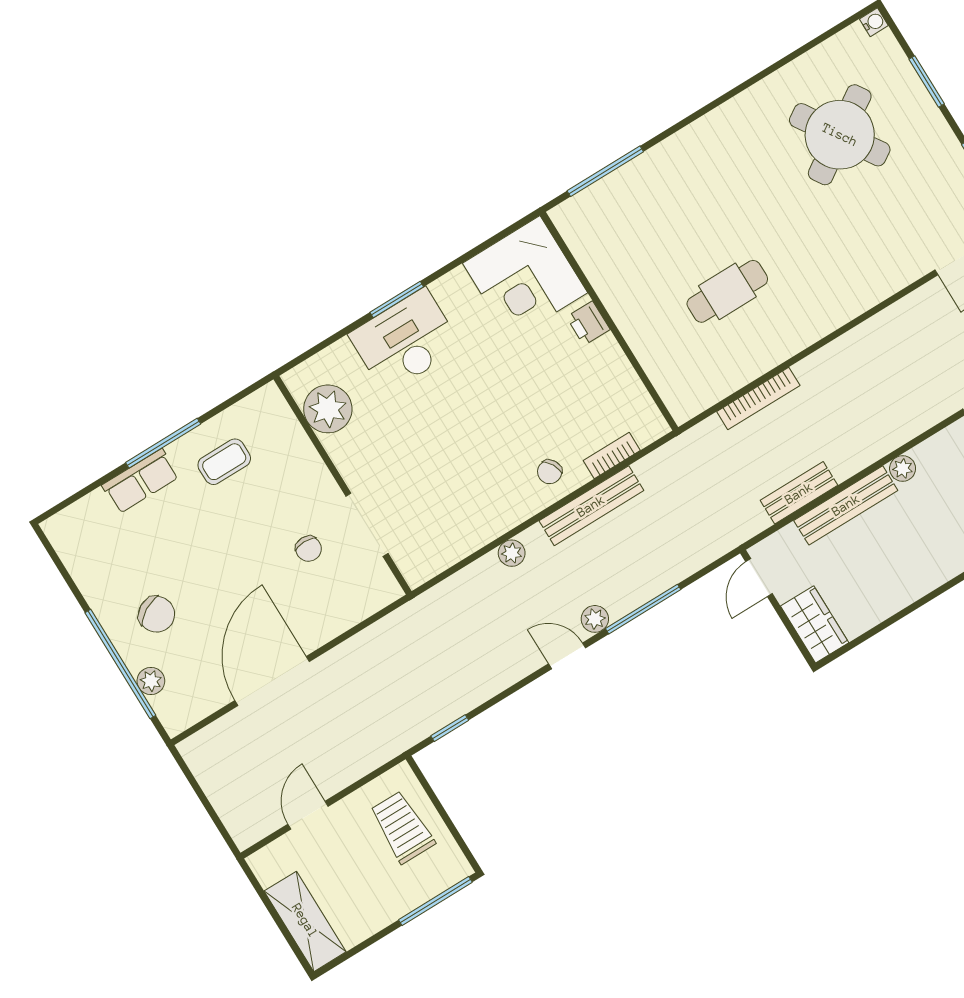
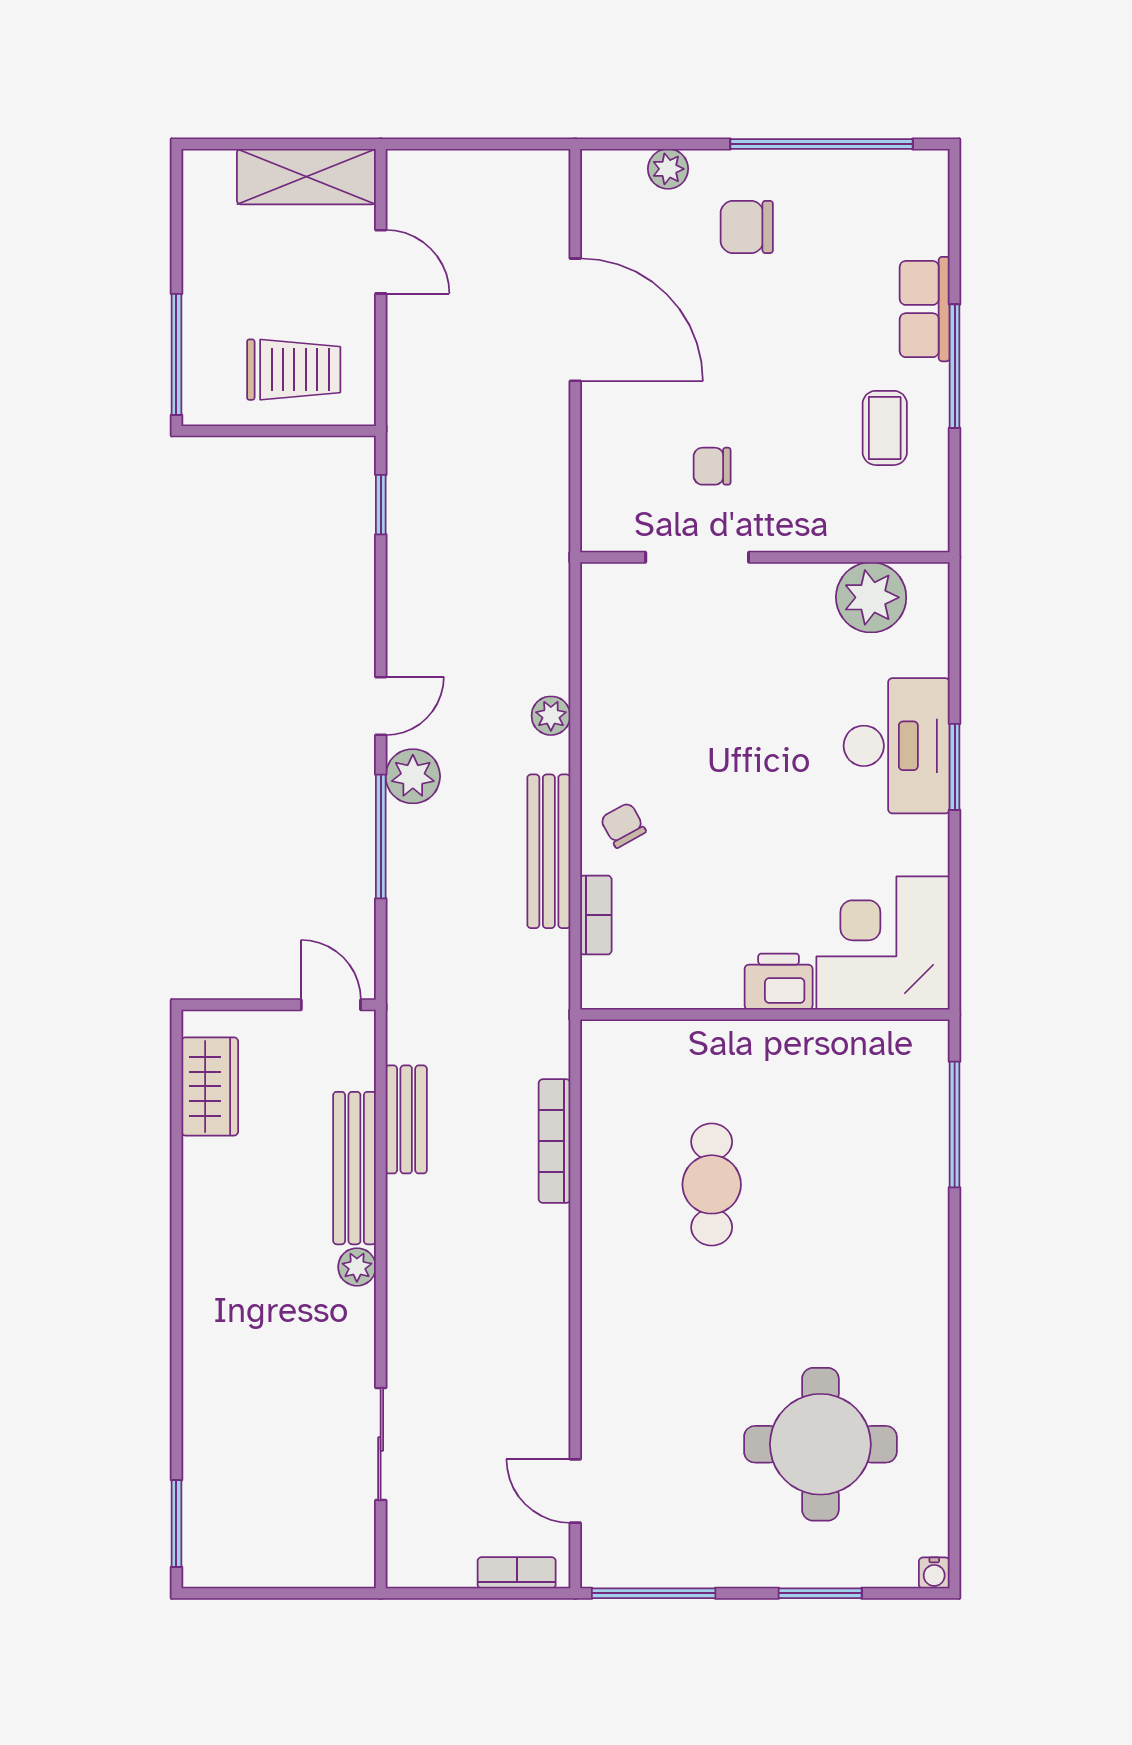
round table: (840, 135) -> (820, 1444), turned 33
printer: (588, 323) -> (779, 982), width x1.36, depth x1.24
chair: (157, 614) -> (747, 227), turned 30
plant: (595, 619) -> (413, 776), width x1.38, depth x1.38
wardrobe: (815, 624) -> (210, 1086), moved, turned -90
window: (120, 664) -> (822, 144), moved
shelving: (305, 921) -> (306, 177), moved

